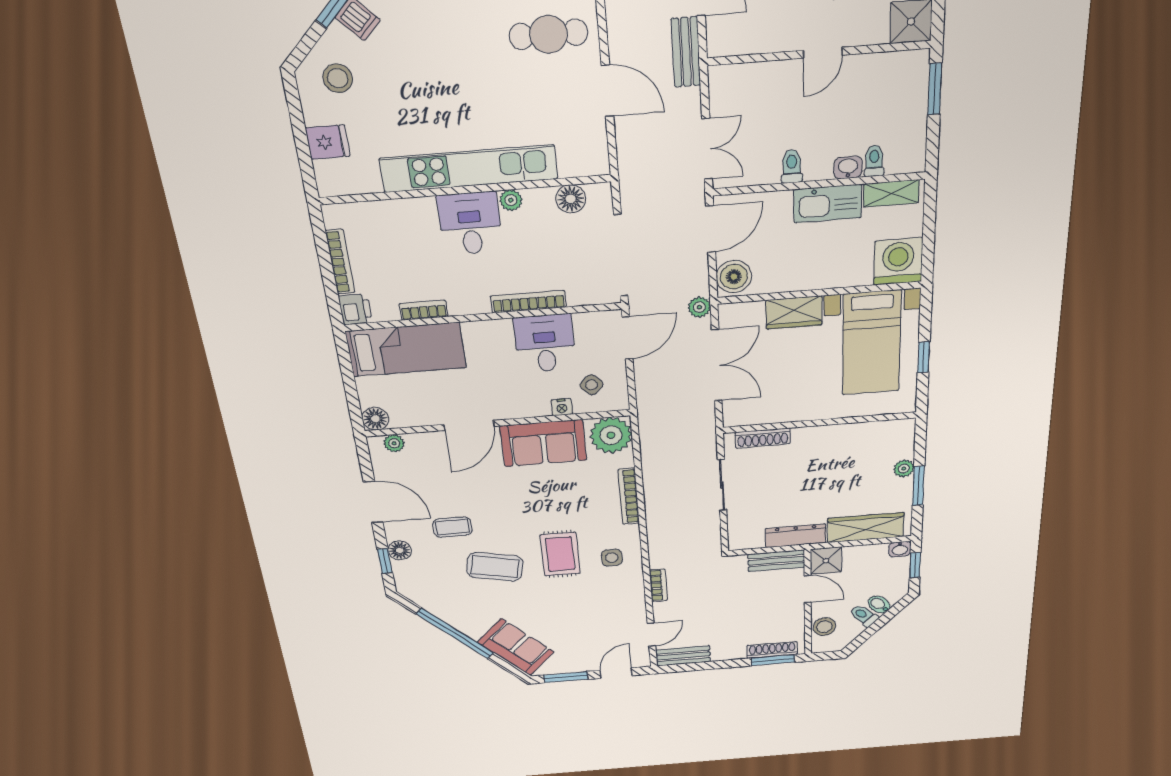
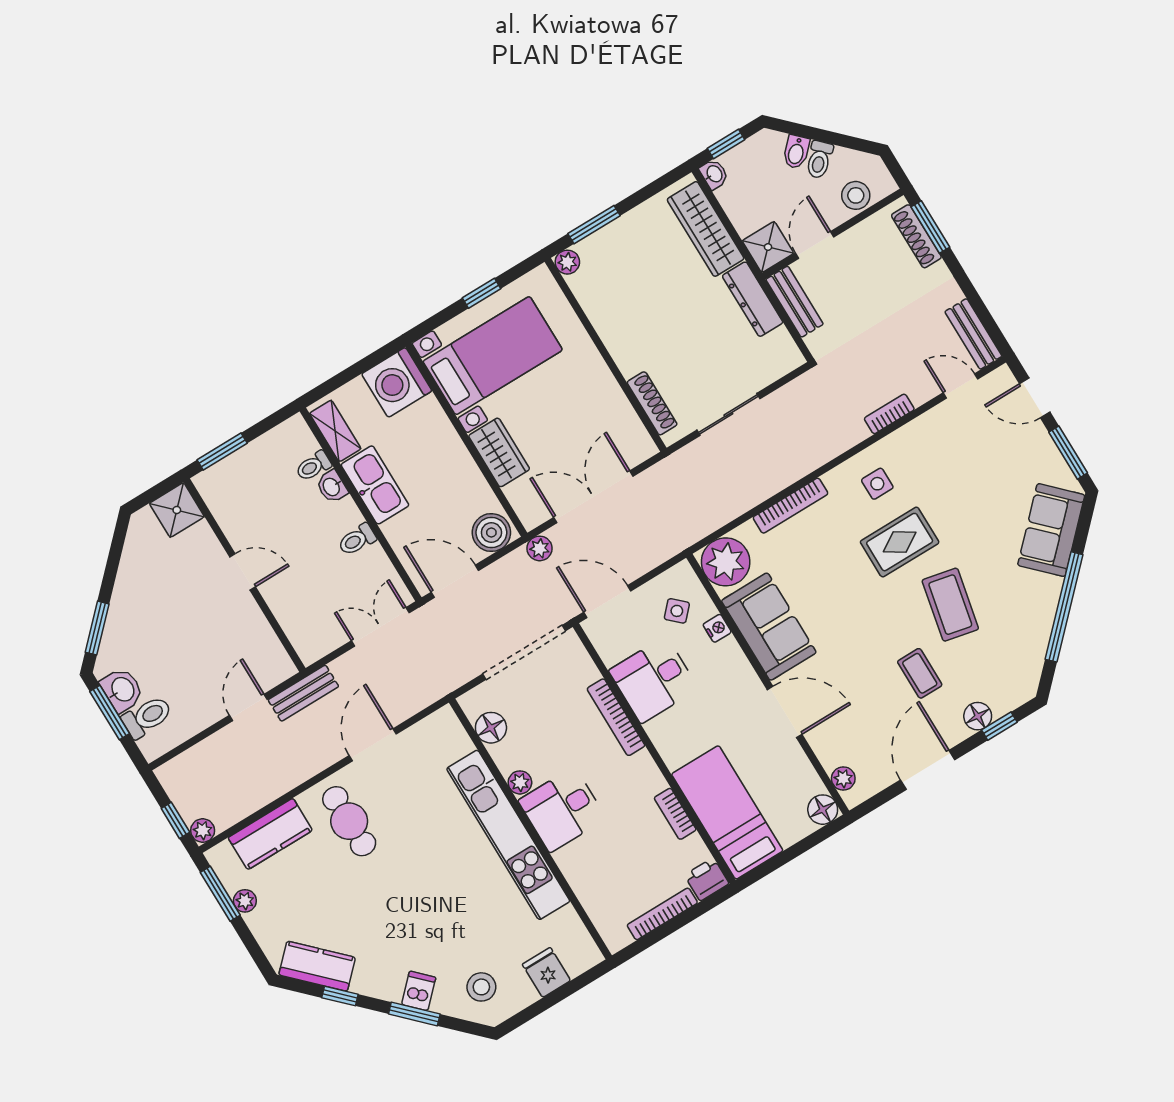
plant: (904, 469) -> (567, 262), moved
window: (918, 486) -> (594, 225), moved

